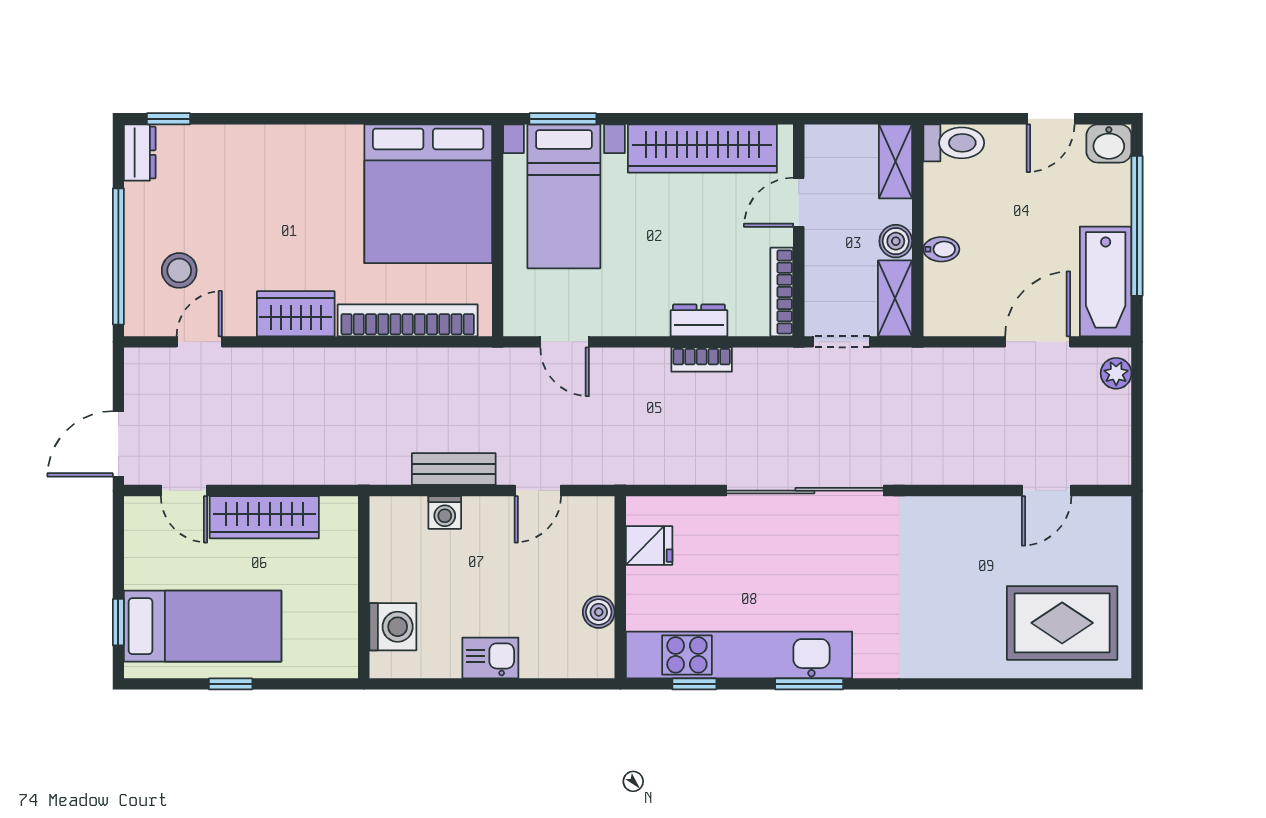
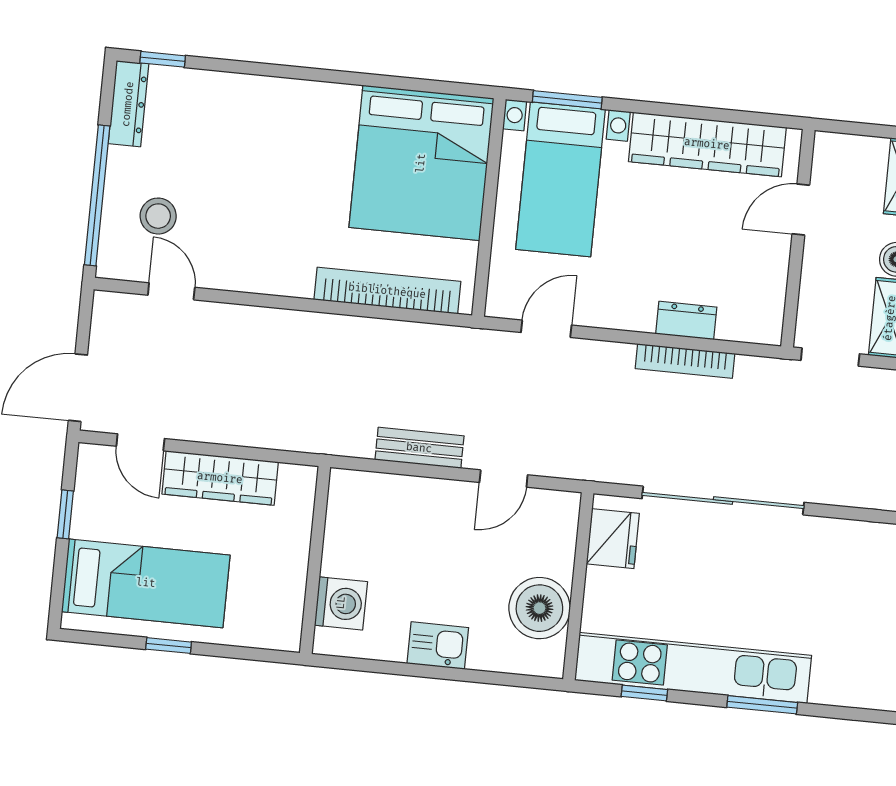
dresser: (140, 153) -> (128, 104), width x1.44
bookcase: (782, 292) -> (774, 300), removed
wardrobe: (296, 314) -> (273, 272), removed
door: (199, 342) -> (171, 291), hinge flipped
door: (565, 342) -> (546, 329), swing flipped
bookcase: (702, 360) -> (685, 361), width x1.56
sliding door: (805, 491) -> (723, 501), moved
washing machine: (445, 512) -> (406, 492), removed
fridge: (649, 545) -> (613, 539), width x1.38
boiler: (599, 612) -> (539, 608), width x1.86, depth x1.86
window: (118, 622) -> (65, 514), moved

